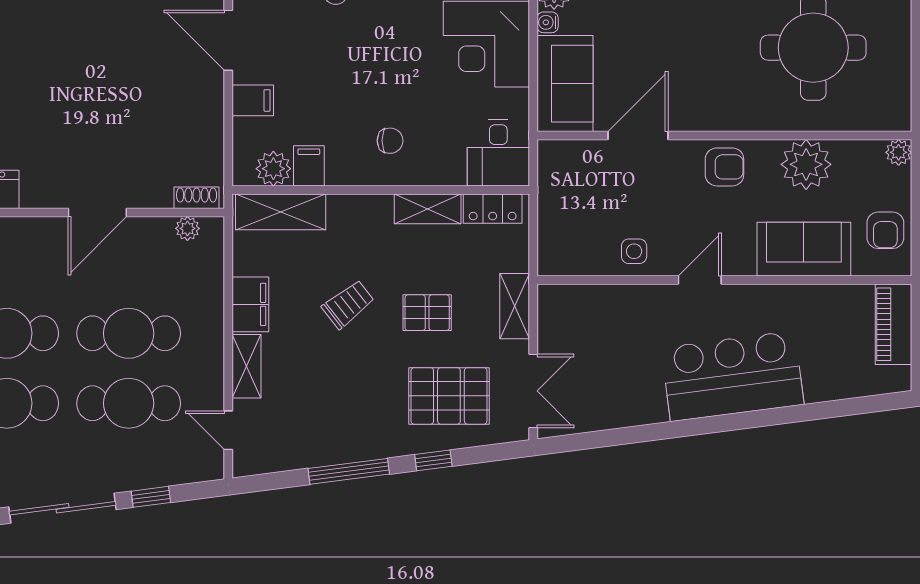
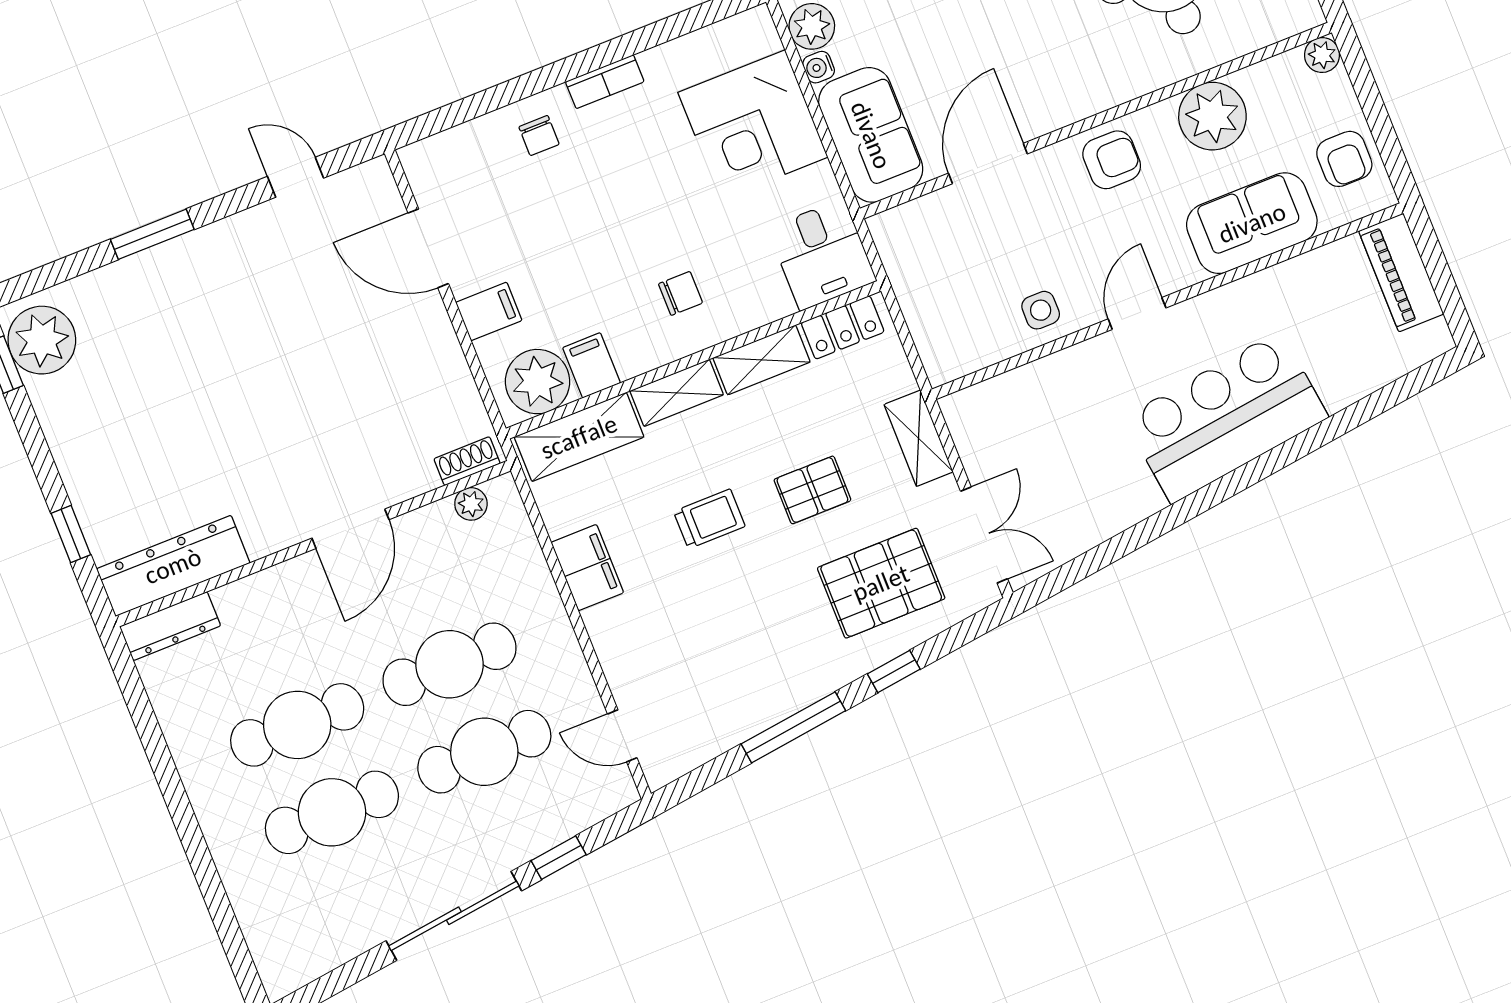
plant: (273, 169) -> (538, 382), width x1.36, depth x1.36
trolley: (348, 304) -> (709, 519), turned 38
shelving: (246, 366) -> (677, 393), moved, turned 90

